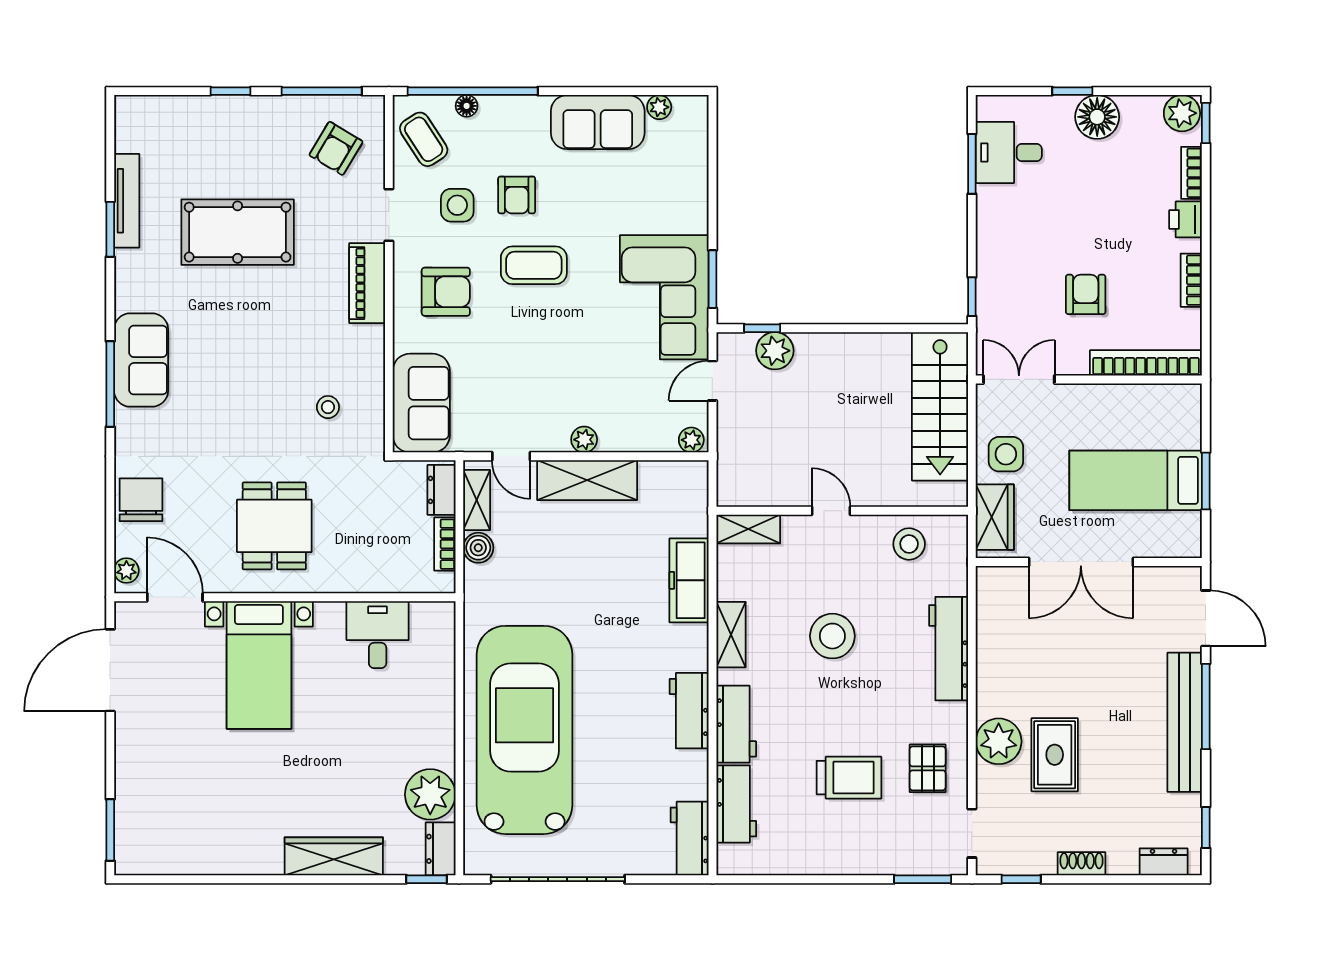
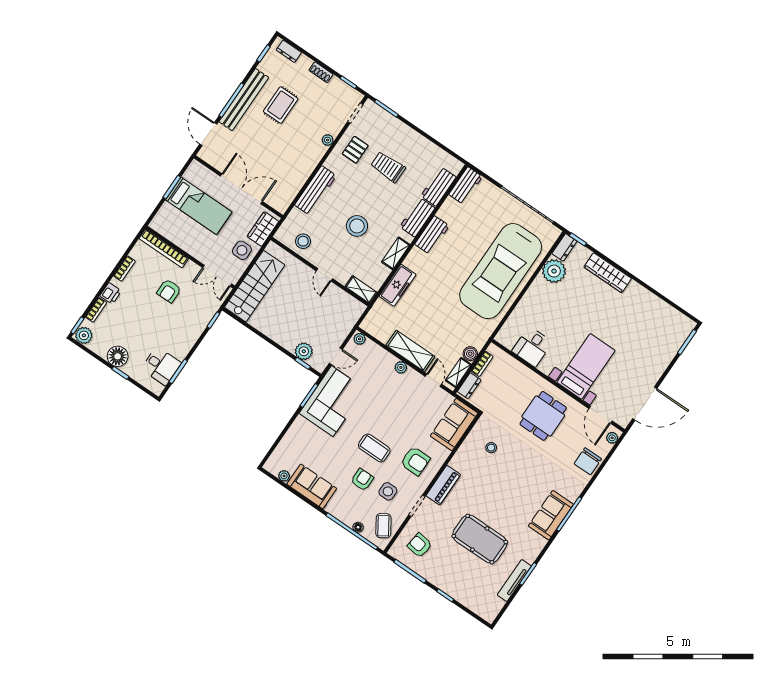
armchair: (336, 148) -> (420, 545), turned -114
armchair: (446, 292) -> (415, 461), turned 180
plant: (999, 741) -> (328, 140), width x0.53, depth x0.53
rug: (1055, 755) -> (281, 105), moved

